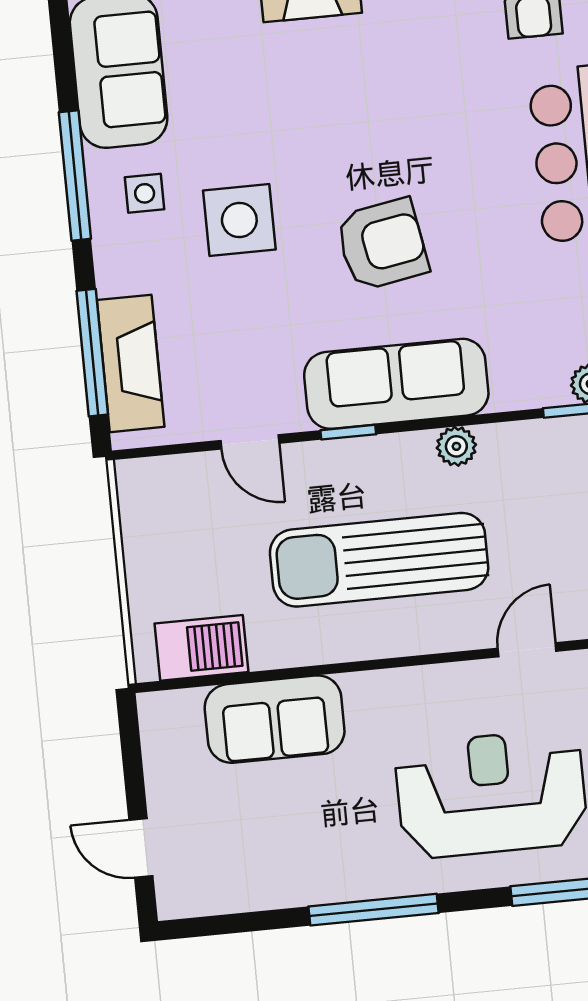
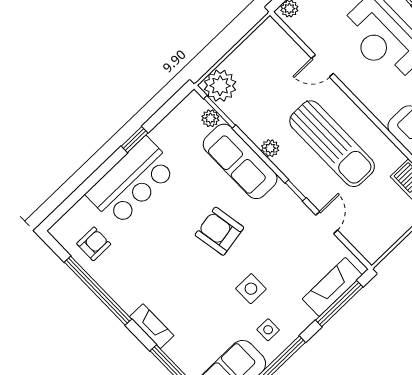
side table: (239, 220) -> (251, 289), width x0.73, depth x0.73
sofa: (396, 384) -> (240, 161), moved

